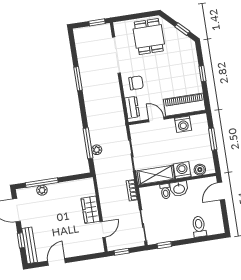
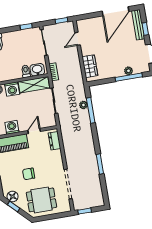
dining table: (149, 36) -> (41, 200), turned 90
floor lamp: (183, 41) -> (13, 196), added
chair: (136, 83) -> (29, 174), moved
door: (156, 119) -> (34, 131), swing flipped
washbasin: (179, 189) -> (37, 70), moved
wardrobe: (90, 210) -> (90, 66), moved
door: (57, 262) -> (116, 11), width x1.87

